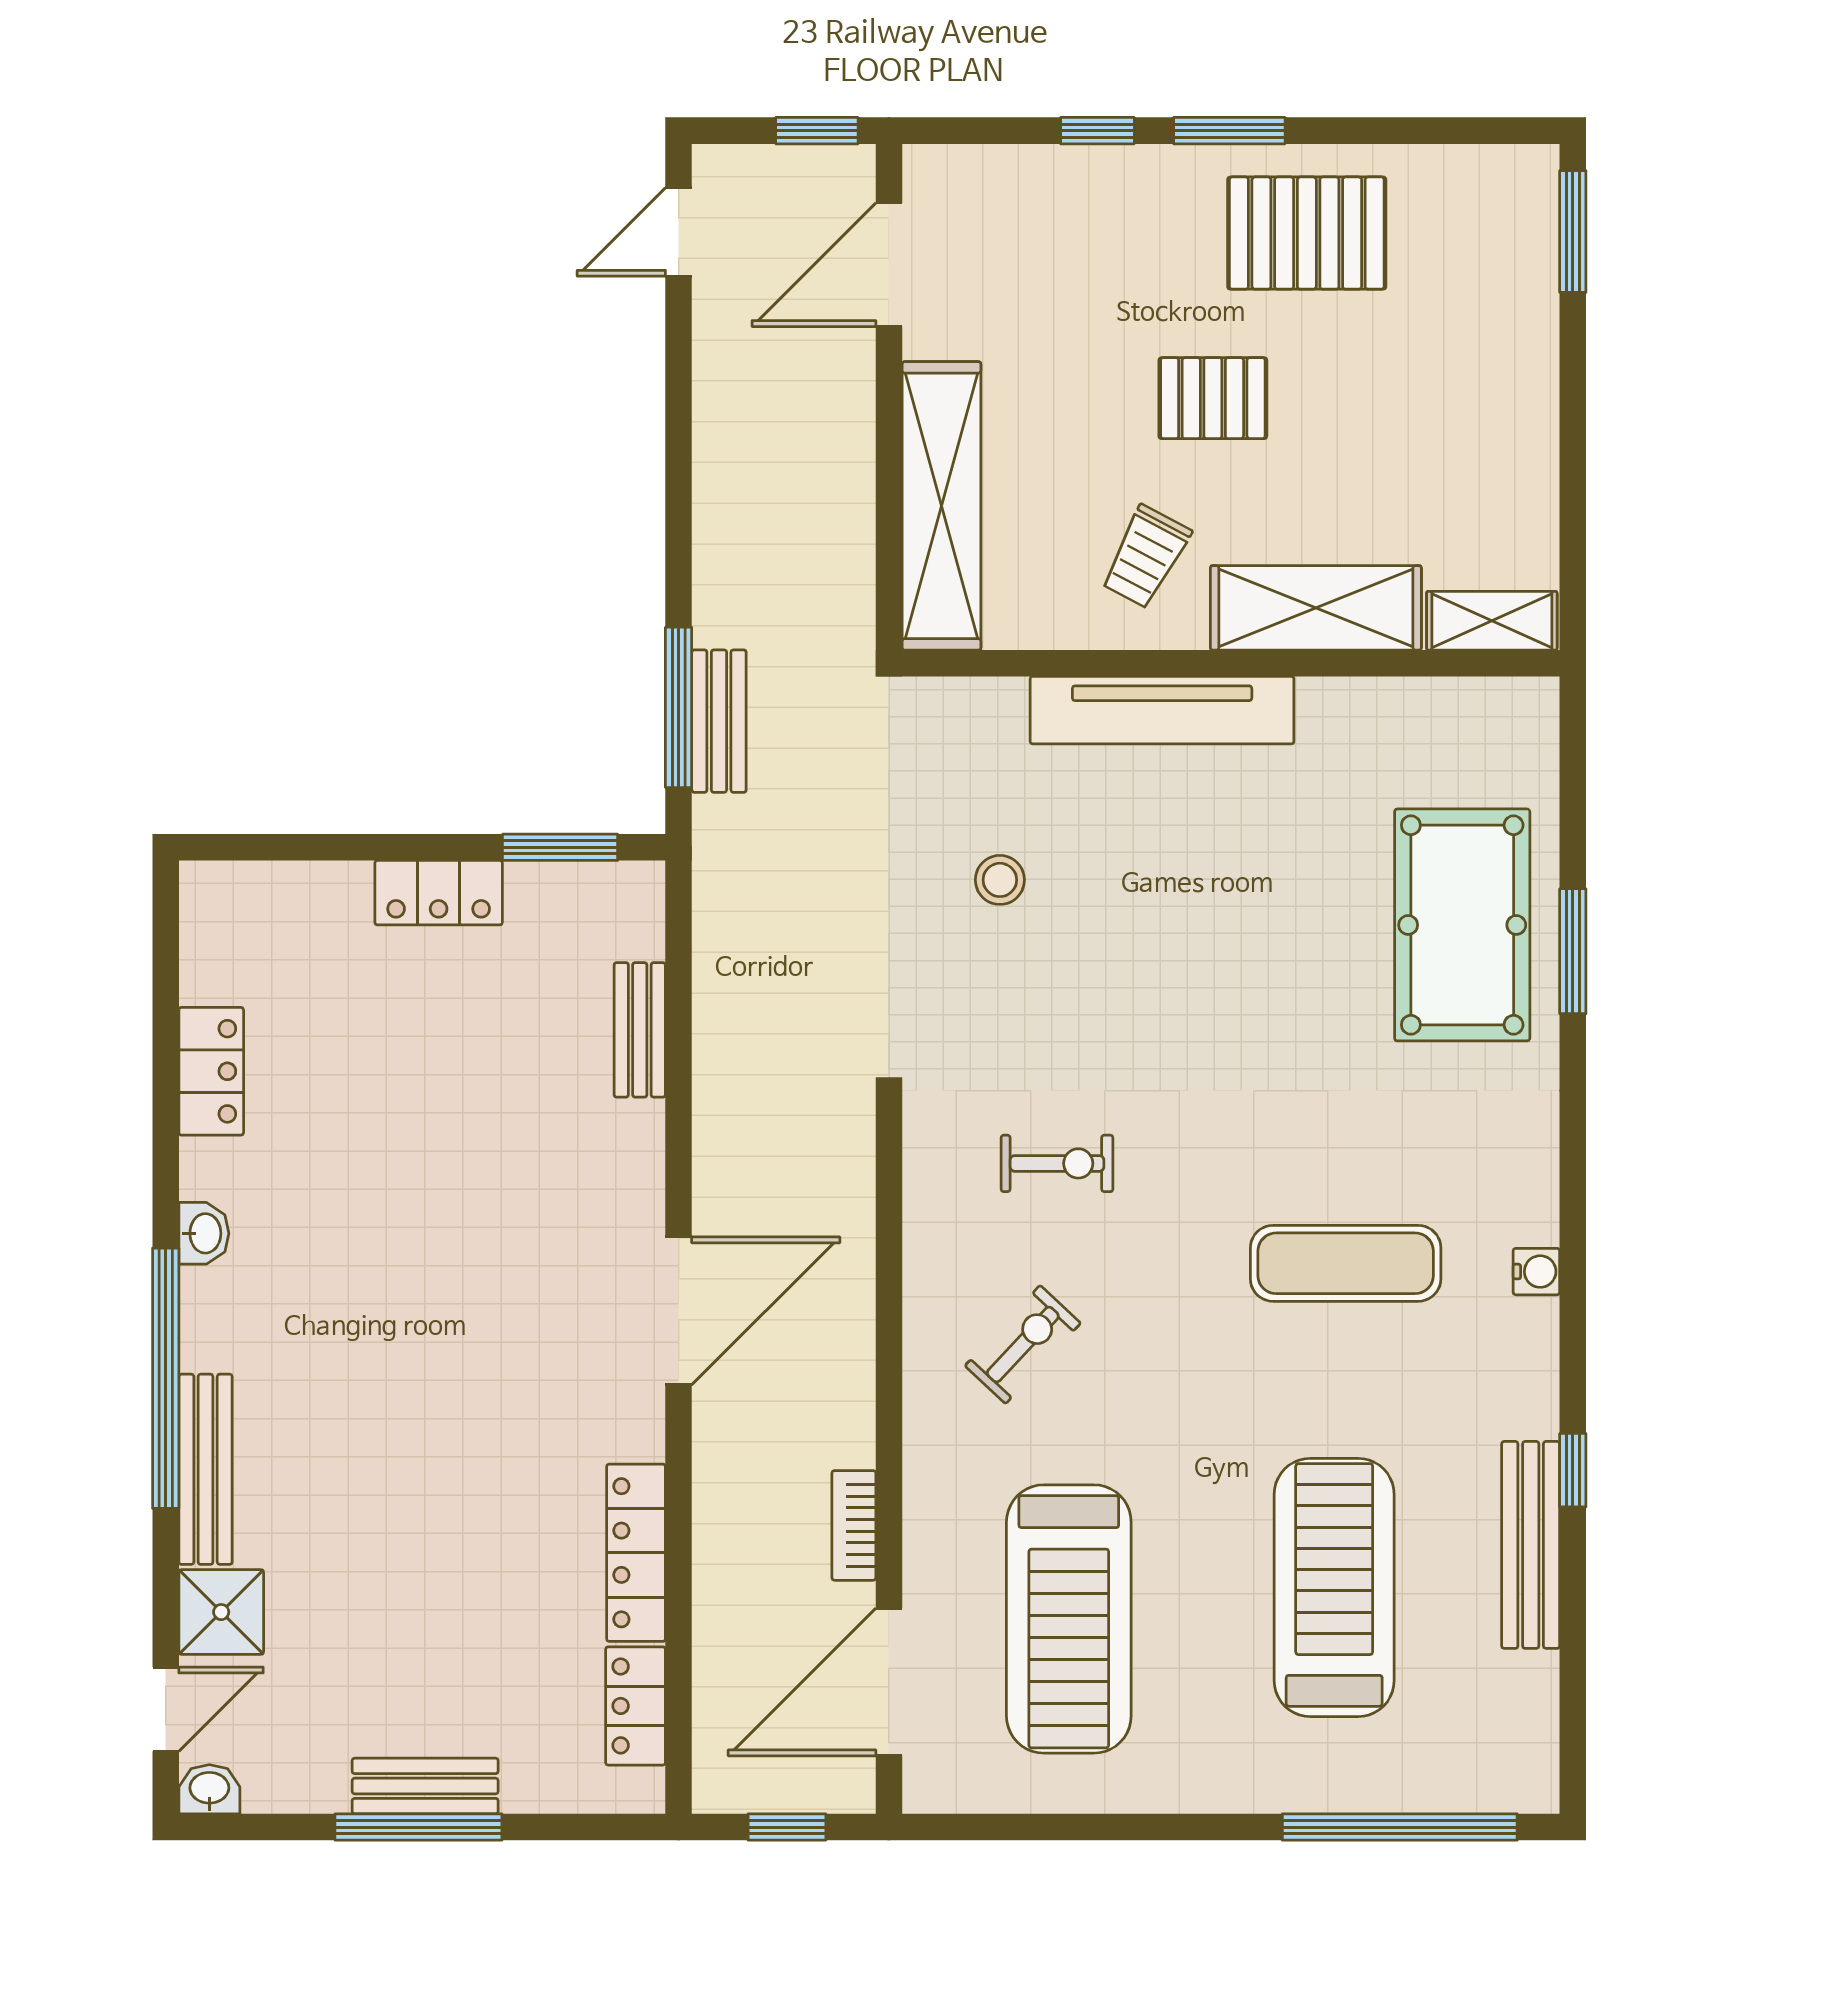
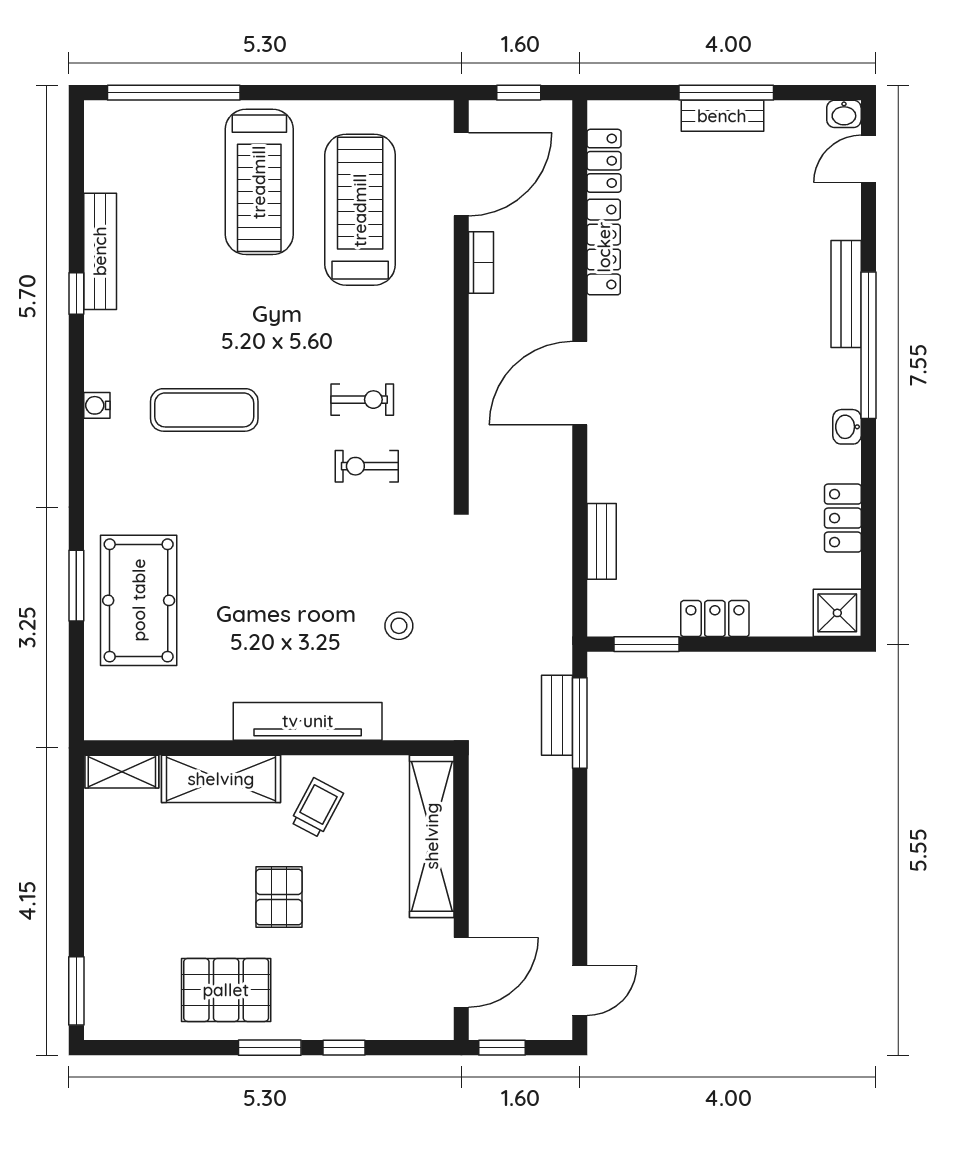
pallet: (1213, 398) -> (279, 897), turned 90
exercise bike: (1023, 1344) -> (362, 400), moved, turned -133
treadmill: (1334, 1587) -> (259, 182), moved
shower: (221, 1612) -> (837, 613), moved

